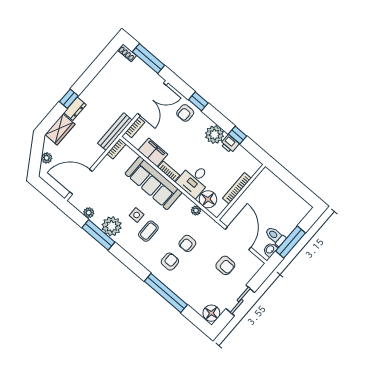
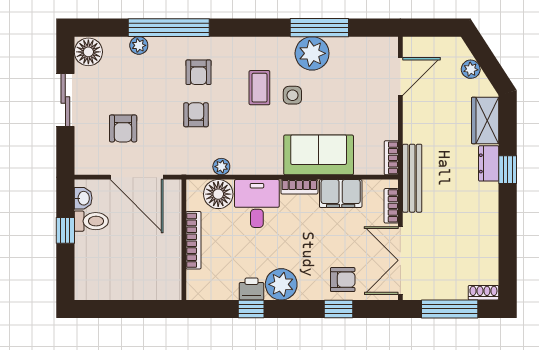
armchair: (185, 113) -> (343, 280), turned 90
door: (81, 182) -> (400, 77), width x0.73
sofa: (153, 183) -> (319, 155), width x0.73
plant: (89, 213) -> (139, 45), moved
window: (290, 242) -> (65, 230), width x0.46
armchair: (225, 265) -> (123, 128), turned -90

